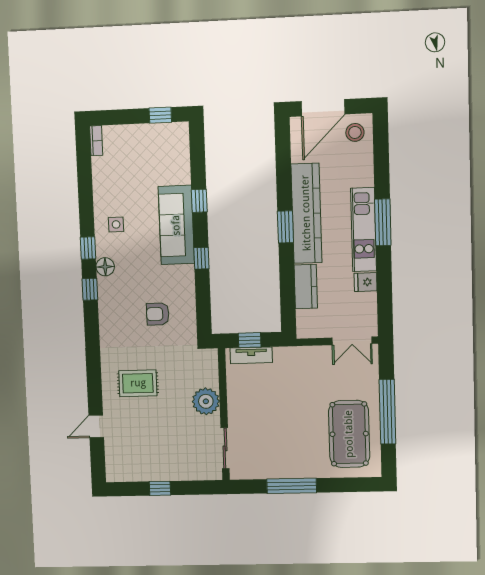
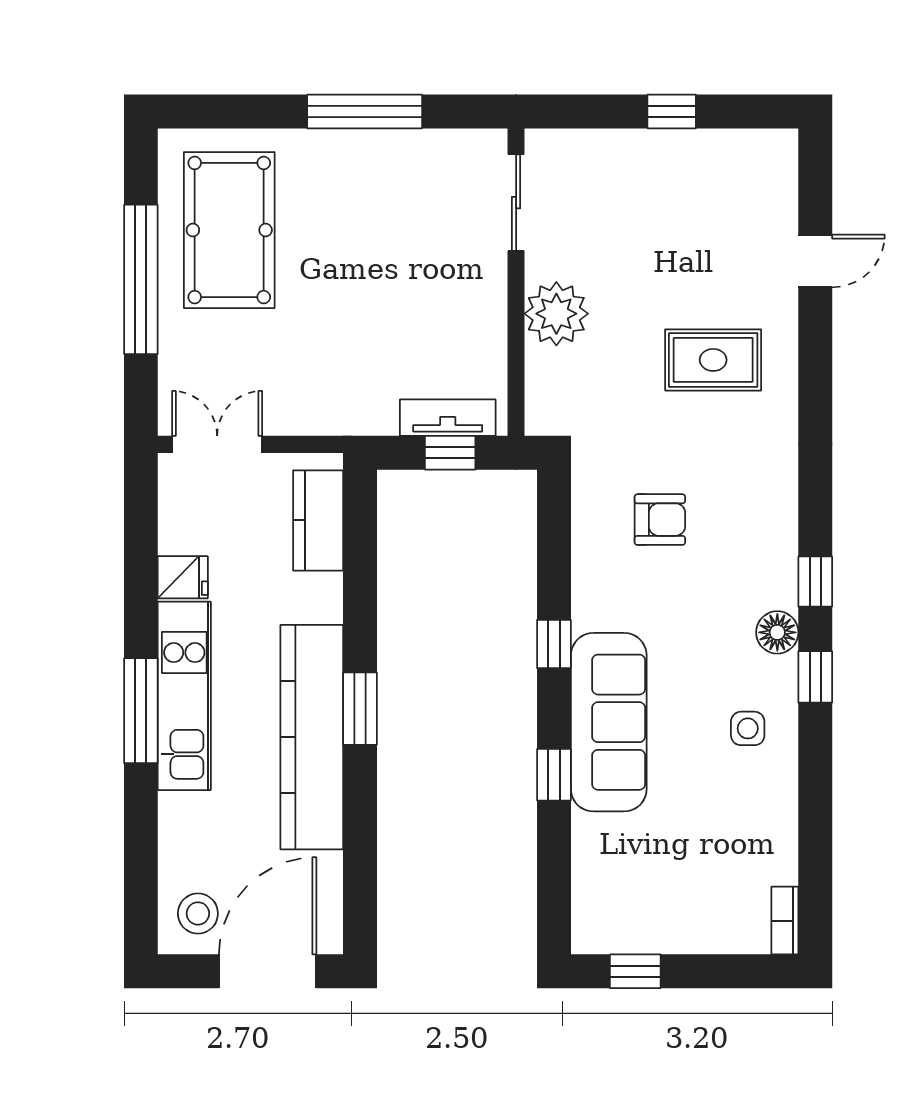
kitchen counter: (306, 287) -> (318, 520), moved

